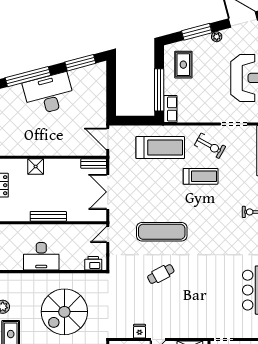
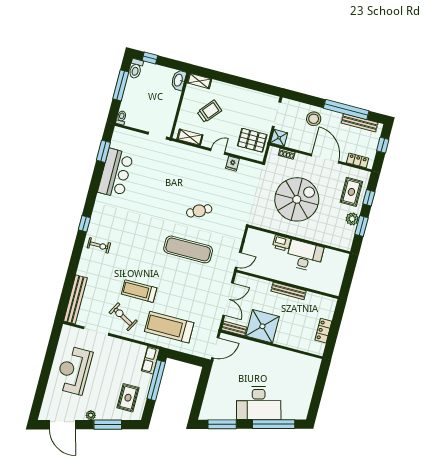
door: (108, 139) -> (215, 348), hinge flipped
shower: (36, 167) -> (262, 326), moved, width x1.86, depth x1.86
printer: (93, 263) -> (282, 243), moved

